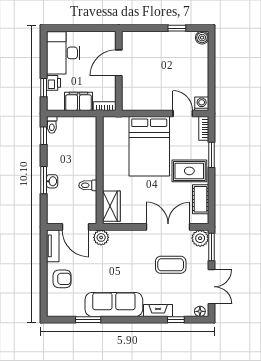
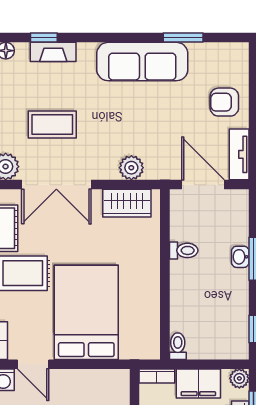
plant: (53, 105) -> (239, 378), added
toilet: (52, 125) -> (178, 346), moved
wardrobe: (111, 206) -> (127, 203), moved, turned -90
plant: (101, 237) -> (131, 168), moved
fireplace: (158, 311) -> (53, 52), moved

